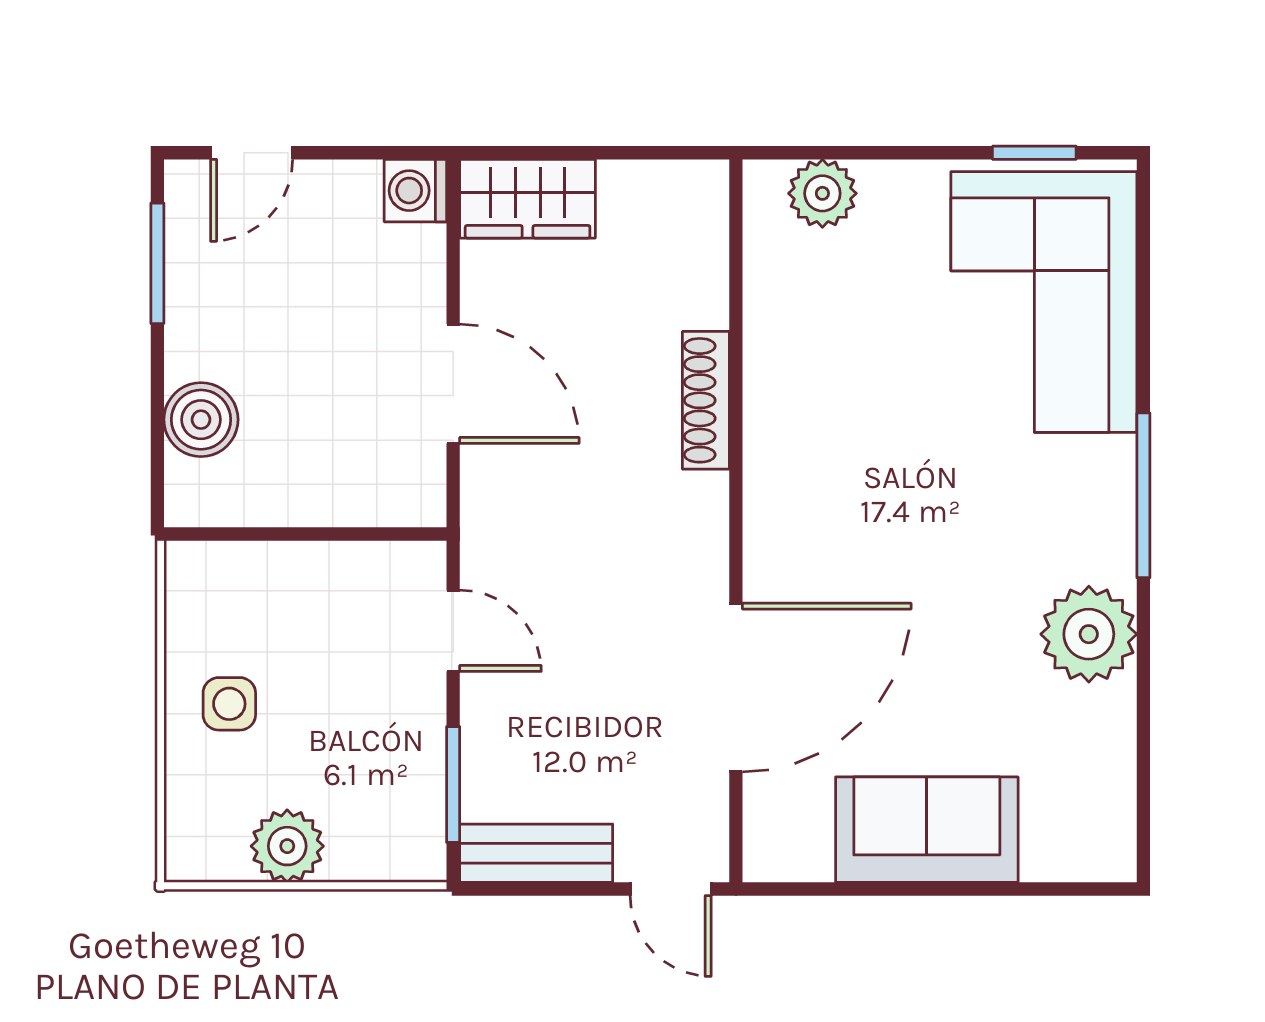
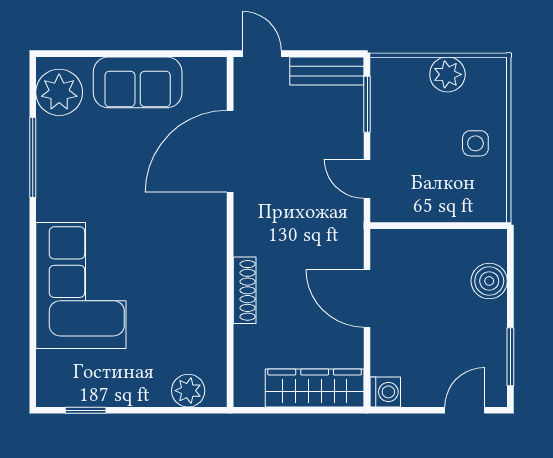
wardrobe: (528, 199) -> (315, 388), width x1.50
corner sofa: (1044, 302) -> (81, 285), moved
window: (1143, 495) -> (33, 157), moved
plant: (1089, 634) -> (59, 92), moved

